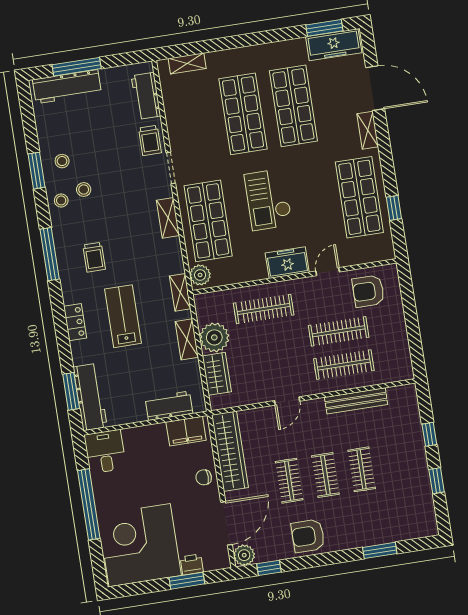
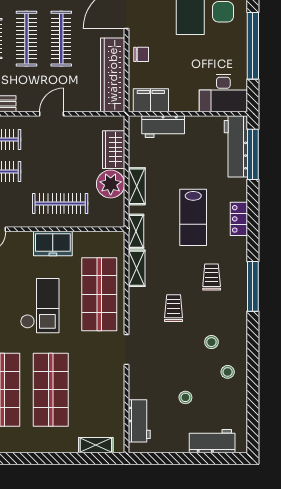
window: (77, 67) -> (200, 458), removed
workbench: (67, 87) -> (212, 441), width x0.73
trolley: (150, 140) -> (174, 308), moved
window: (36, 171) -> (253, 367), removed
stool: (61, 200) -> (185, 397), moved
shelving: (168, 218) -> (137, 268), moved
freezer: (287, 263) -> (53, 244), moved
plant: (200, 275) -> (115, 245), removed
window: (71, 391) -> (253, 154), width x1.44
desk: (105, 452) -> (223, 93), width x1.37
clothes rail: (325, 475) -> (27, 39), width x1.36
clothes rail: (289, 481) -> (61, 39), width x1.36

